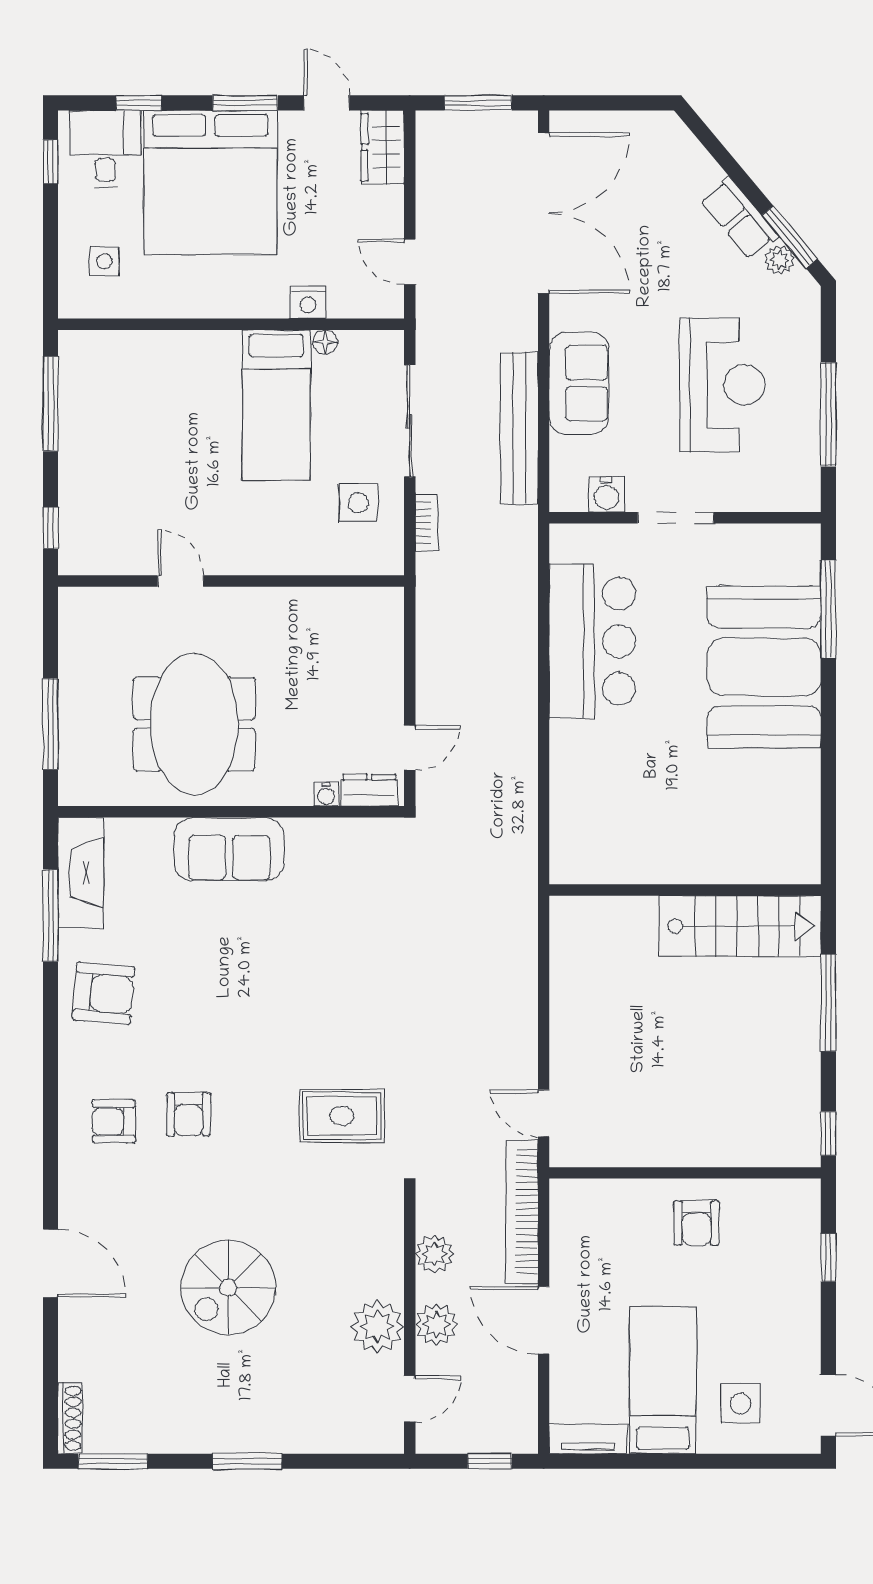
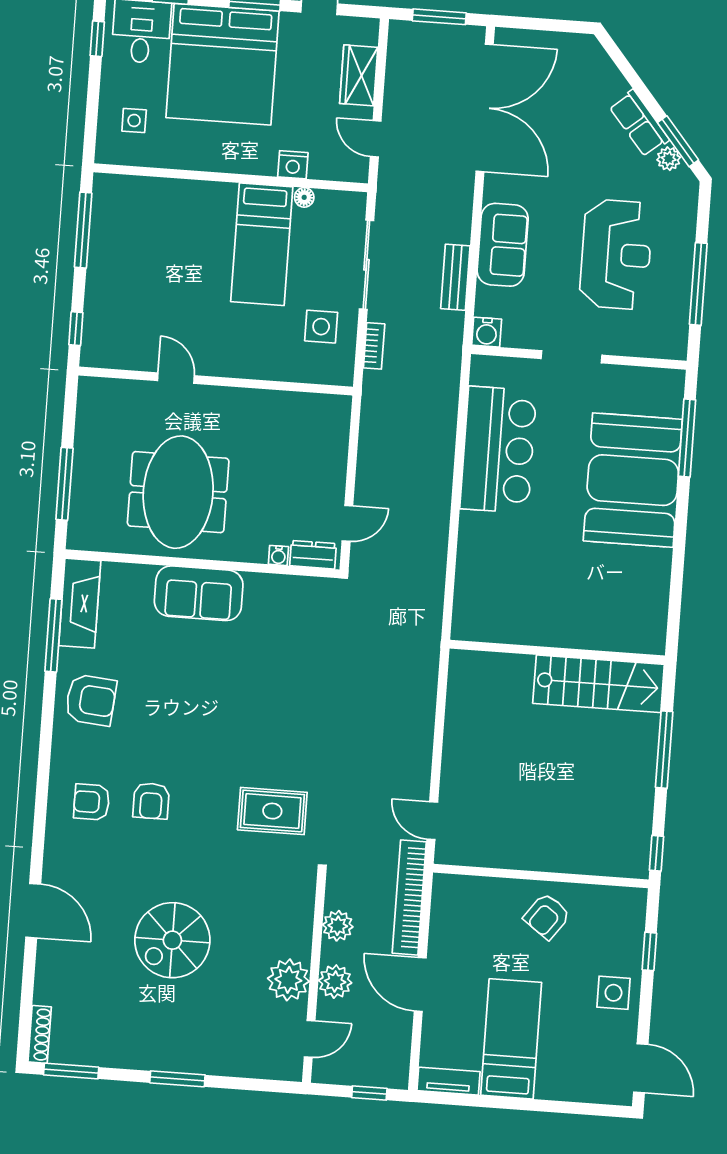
wardrobe: (383, 147) -> (359, 75), moved
bench: (519, 428) -> (455, 277), width x0.54, depth x0.82
water cooler: (606, 495) -> (487, 332), moved
armchair: (696, 1223) -> (547, 916), turned 36
side table: (741, 1404) -> (613, 993), moved

